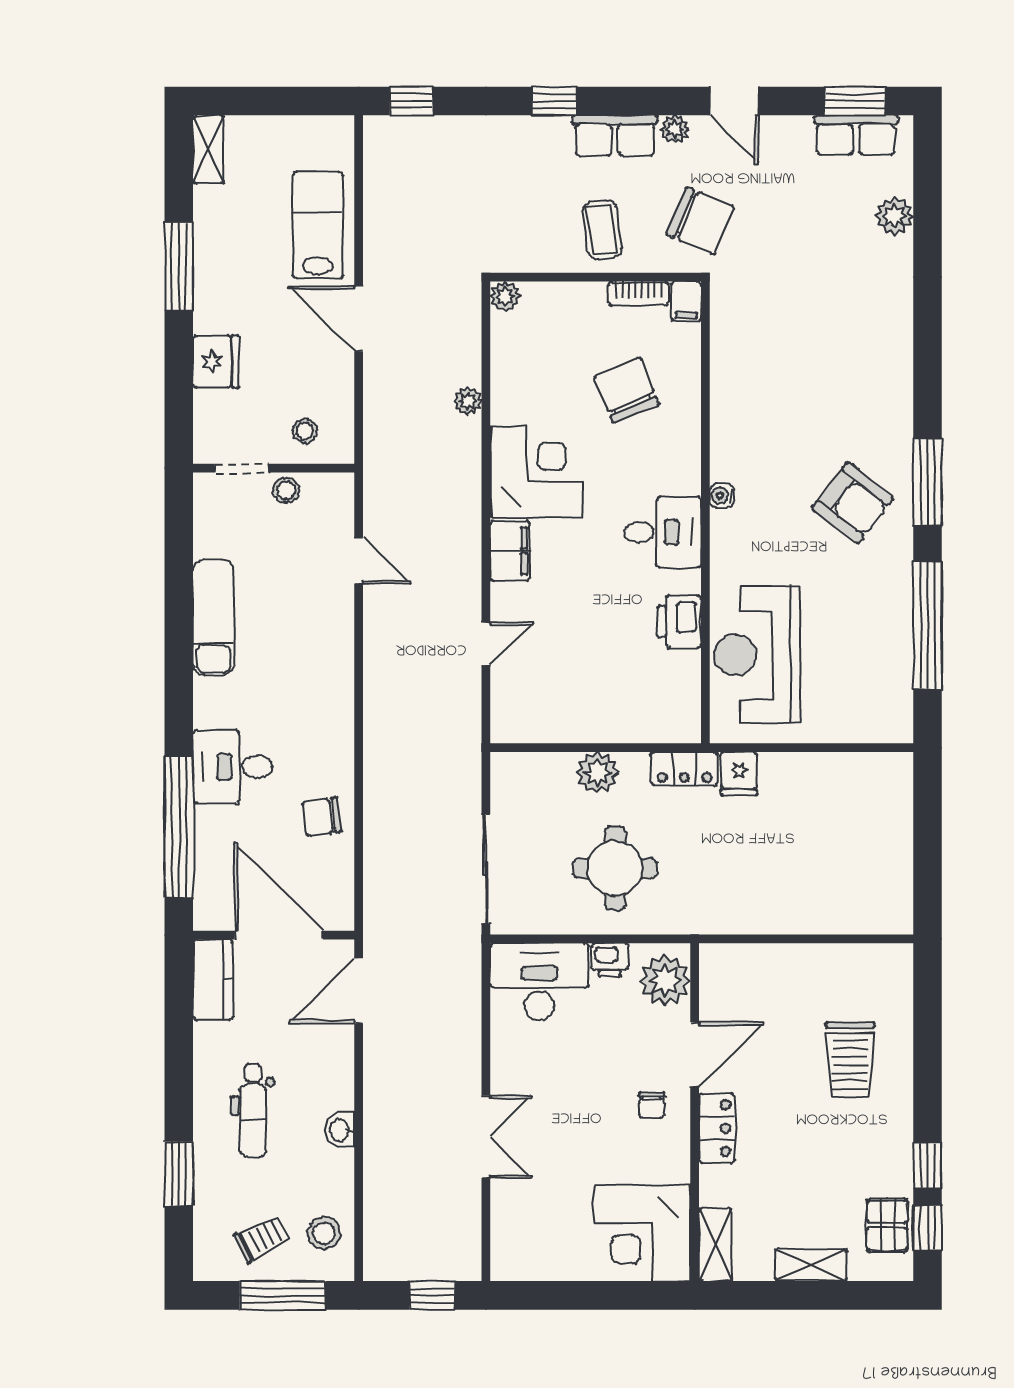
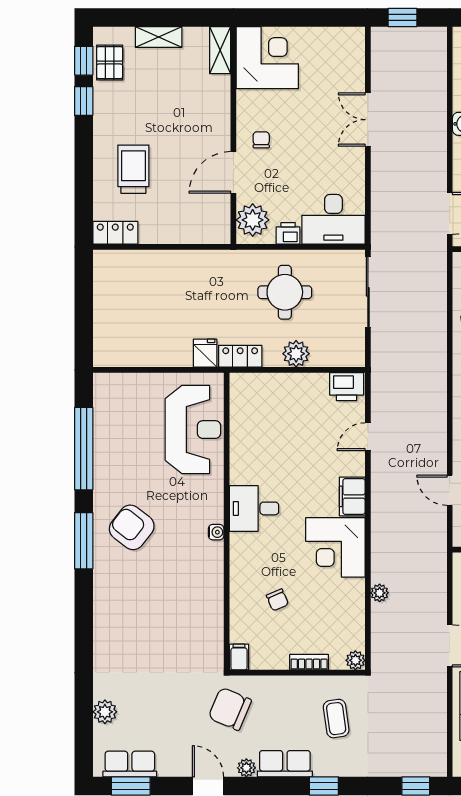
coffee table: (602, 230) -> (336, 719), moved
bookcase: (638, 293) -> (309, 662), moved
chair: (626, 390) -> (277, 600), width x0.54, depth x0.54
printer: (679, 622) -> (347, 387), moved, turned 90
locker: (717, 1128) -> (115, 233), moved, turned 90

